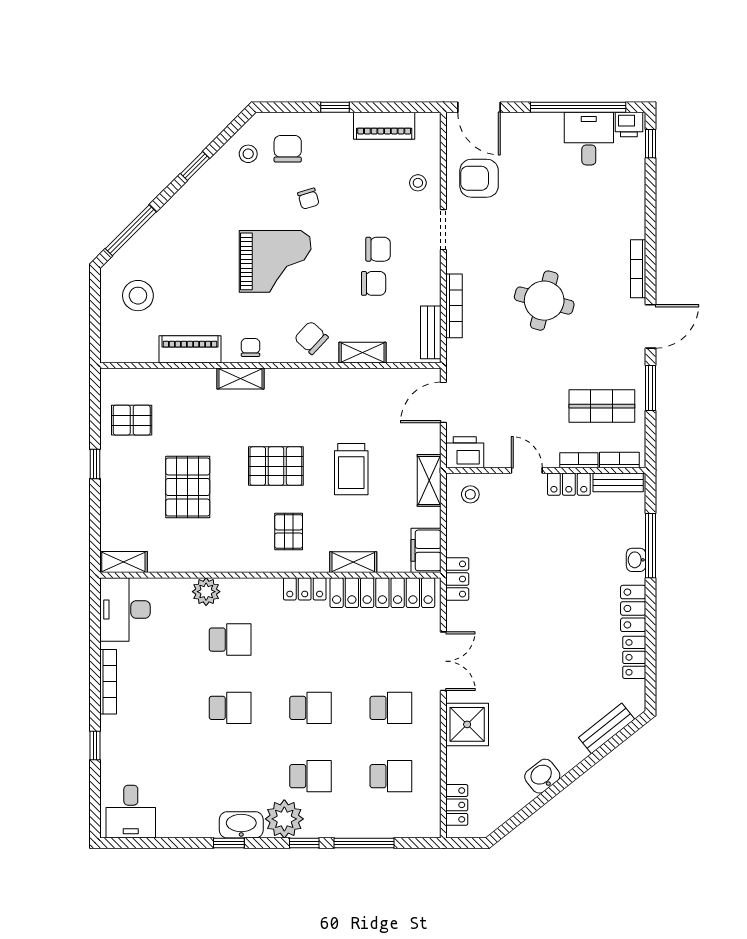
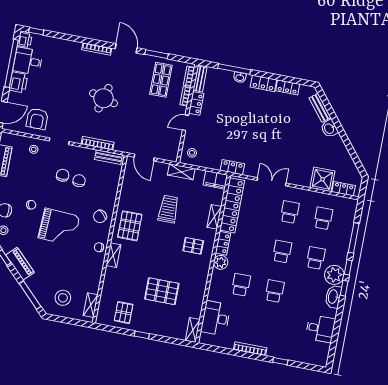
grand piano: (275, 261) -> (59, 227), turned 93
piano: (190, 349) -> (20, 264), moved, turned 135
shelving: (363, 353) -> (91, 305), moved
printer: (465, 452) -> (18, 82), moved, turned 180
pallet: (276, 466) -> (130, 226), moved
trolley: (351, 469) -> (168, 209), turned -90
plant: (206, 592) -> (221, 262), moved
desk: (125, 609) -> (216, 318), moved, turned 90
shower: (467, 724) -> (322, 179), moved
washbasin: (542, 776) -> (329, 129), moved
desk: (131, 812) -> (320, 329), moved
window: (229, 843) -> (344, 288), moved

